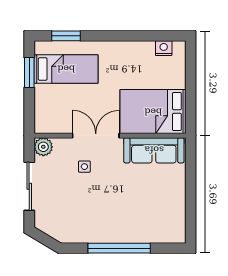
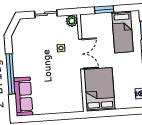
window: (29, 73) -> (104, 10), moved
sofa: (154, 150) -> (23, 97), moved, turned 180
sliding door: (29, 186) -> (46, 14), width x0.73

